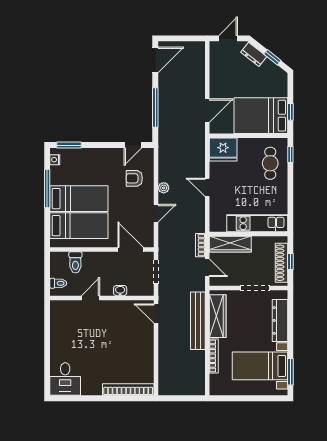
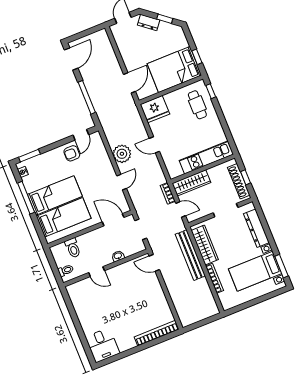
armchair: (134, 178) -> (72, 153), moved
plant: (164, 188) -> (122, 154), width x1.87, depth x1.87
door: (91, 298) -> (97, 272), swing flipped

